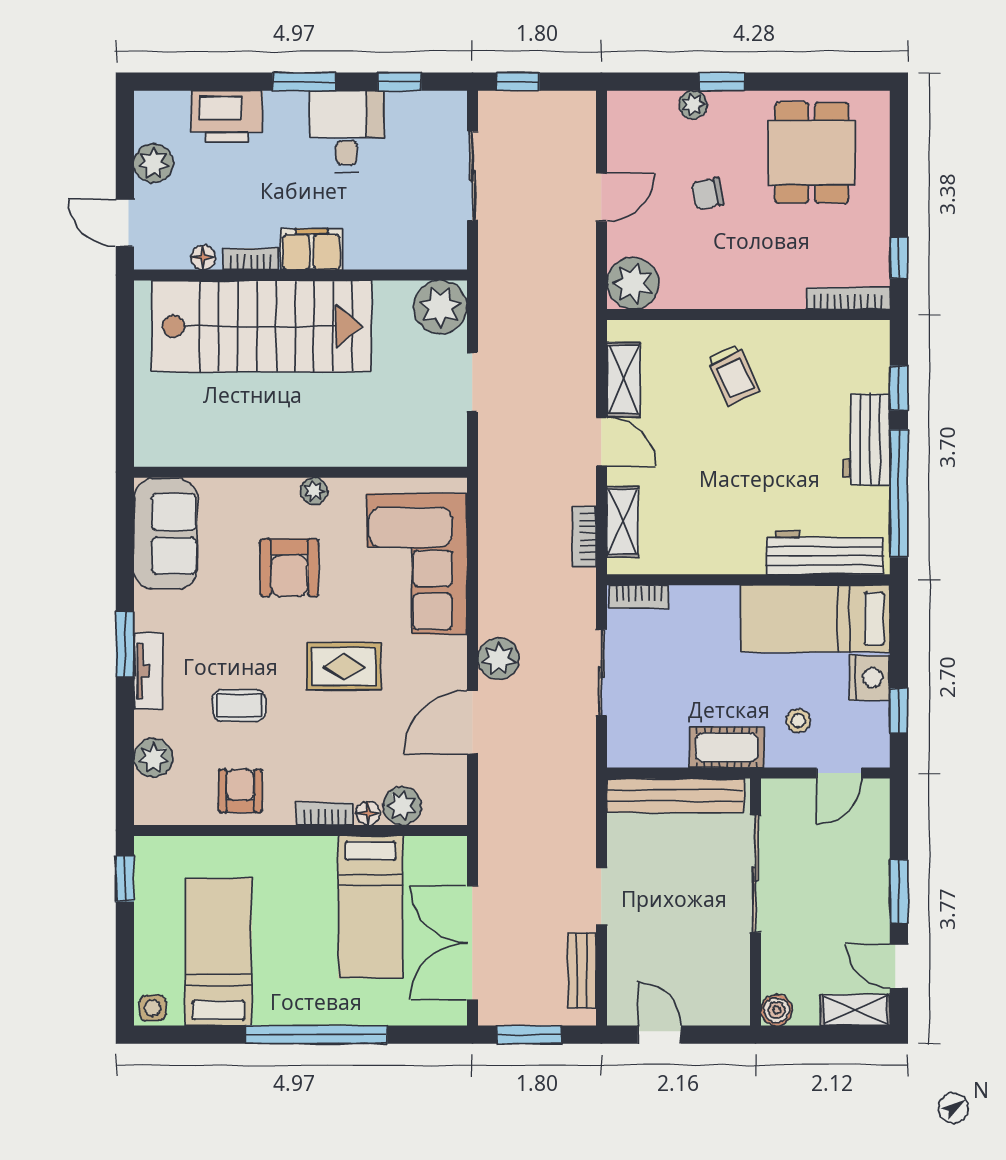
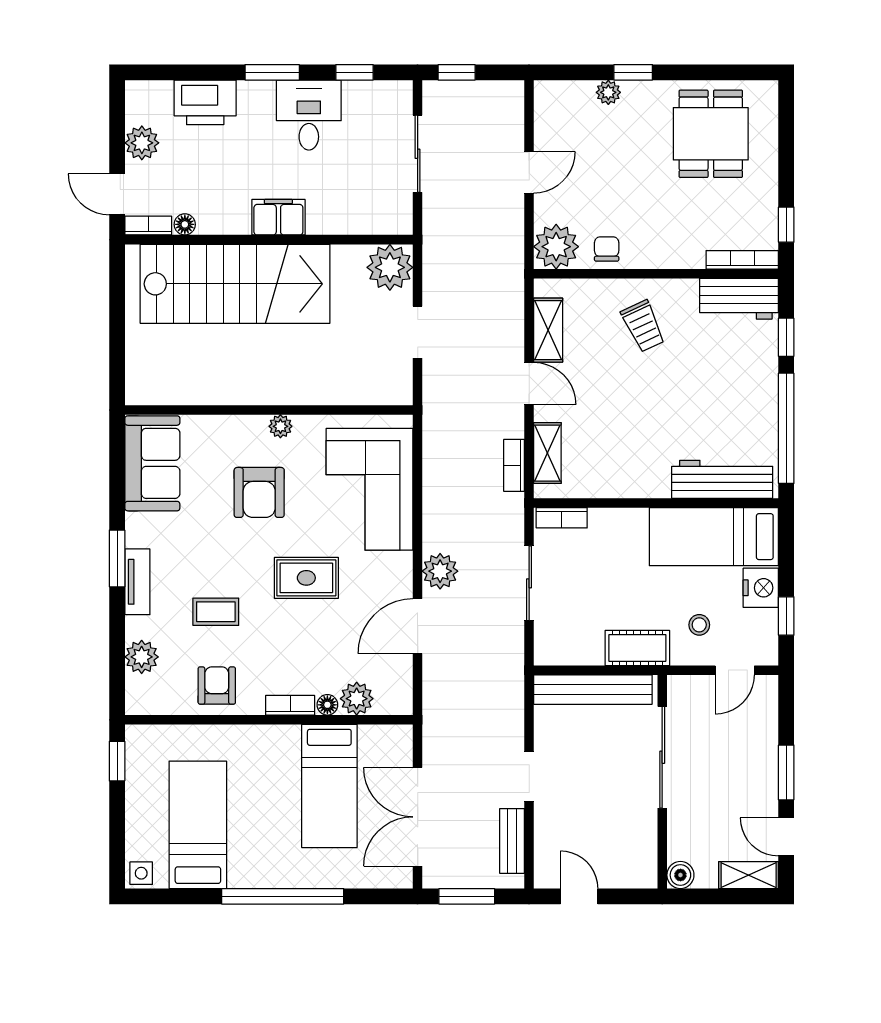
chair: (708, 194) -> (607, 249), moved, turned 101
bookcase: (251, 259) -> (148, 226), moved
workbench: (866, 439) -> (739, 299), moved, turned -90

